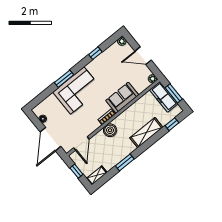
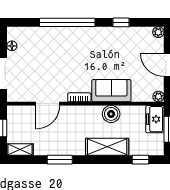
window: (64, 79) -> (67, 22), width x2.11
corner sofa: (77, 91) -> (71, 46), removed
freezer: (164, 97) -> (155, 119), width x0.71
boiler: (110, 130) -> (111, 114), moved
door: (81, 143) -> (48, 104), moved

